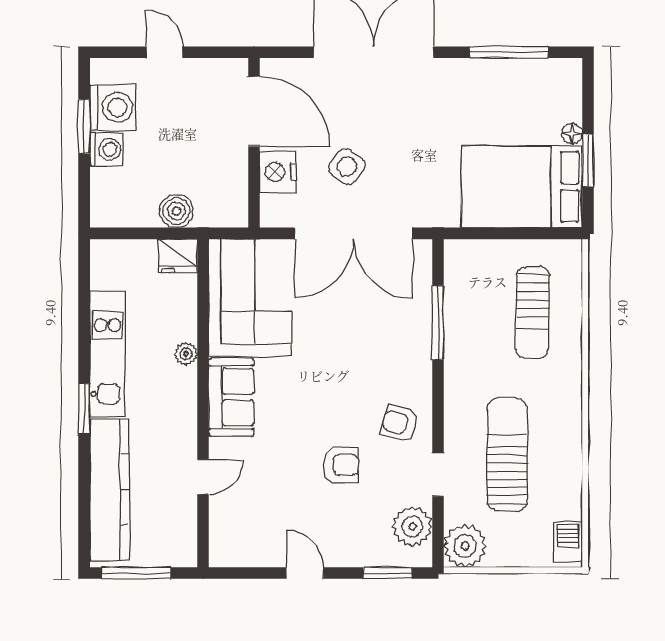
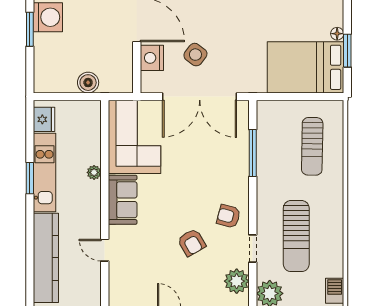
washing machine: (106, 149) -> (44, 44), removed
fridge: (178, 256) -> (44, 119), moved, turned -90
window: (84, 409) -> (30, 178), moved
sun lounger: (507, 455) -> (296, 236), turned 180
armchair: (341, 465) -> (192, 242), turned 60
door: (203, 477) -> (105, 250), swing flipped

